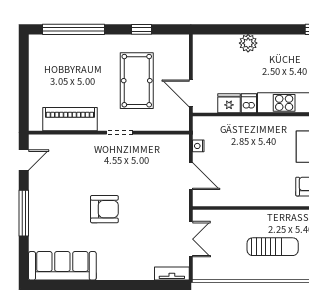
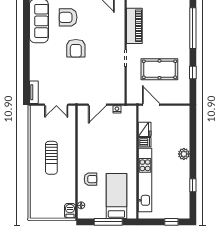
plant: (248, 43) -> (184, 154), moved
door: (191, 93) -> (151, 105), hinge flipped
armchair: (57, 221) -> (68, 17), added

